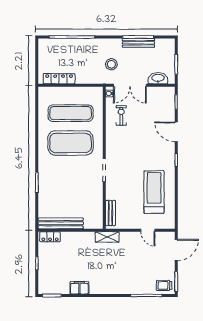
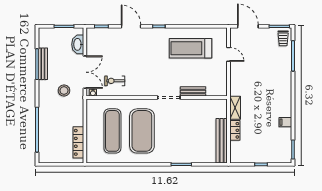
door: (176, 132) -> (131, 26), swing flipped
bench: (110, 213) -> (193, 91), moved
door: (148, 230) -> (228, 54), hinge flipped
locker: (50, 237) -> (235, 130), moved
shelving: (107, 237) -> (235, 108), moved
filing cabinet: (79, 288) -> (285, 122), width x0.50

